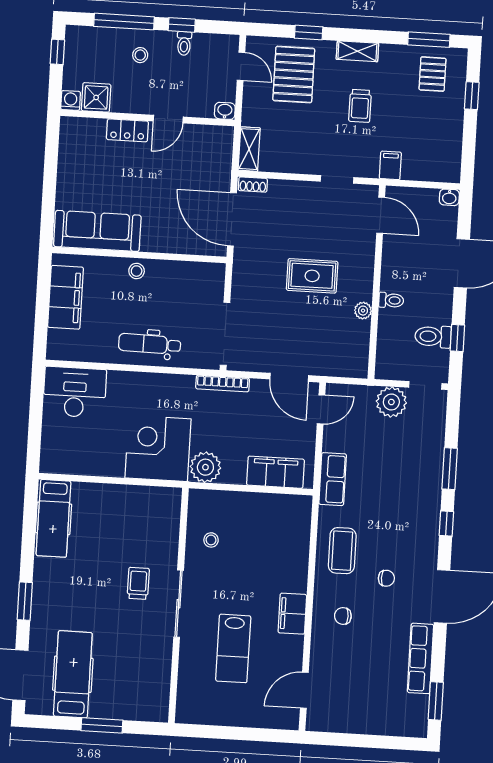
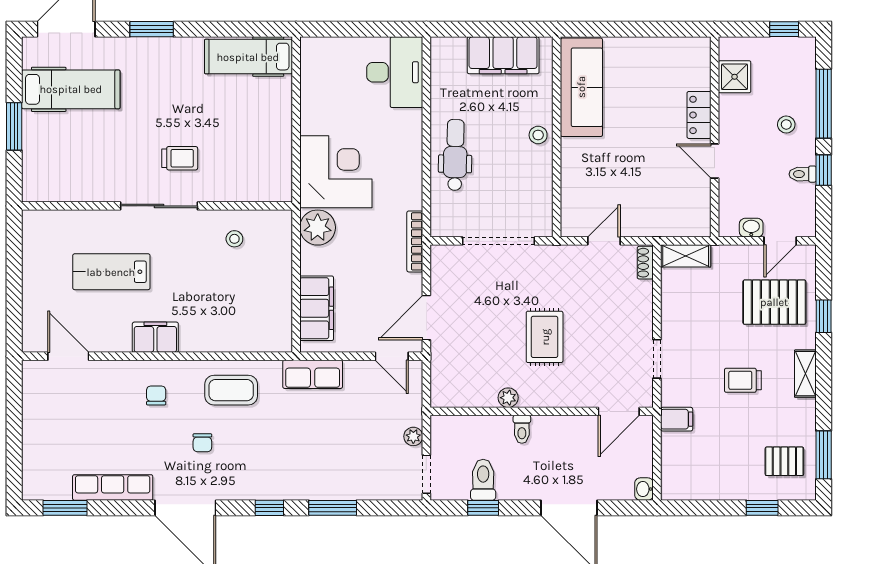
washing machine: (71, 101) -> (729, 48), removed
washbasin: (225, 111) -> (751, 228), moved, turned -90
door: (232, 219) -> (604, 241), width x0.53
doorway: (225, 334) -> (499, 241), moved
plant: (391, 402) -> (413, 436), width x0.53, depth x0.53

